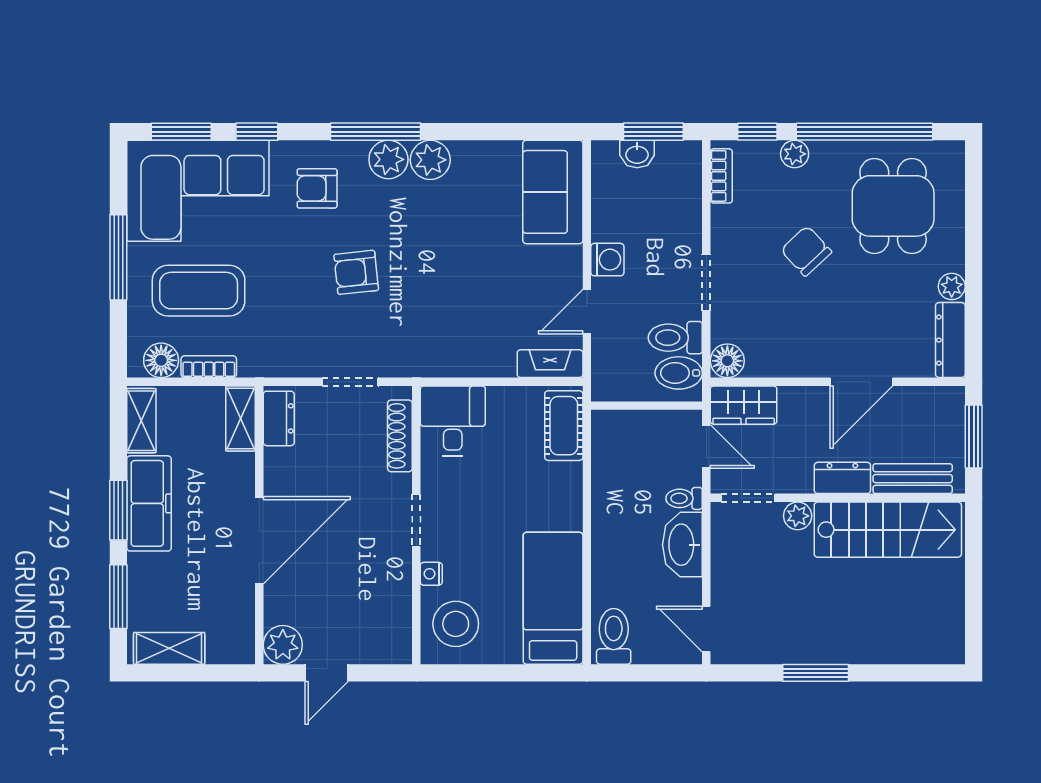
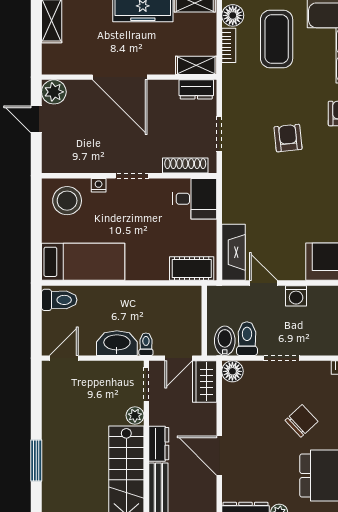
fireplace: (550, 364) -> (233, 252), width x1.37, depth x1.32
window: (816, 673) -> (36, 460), moved

